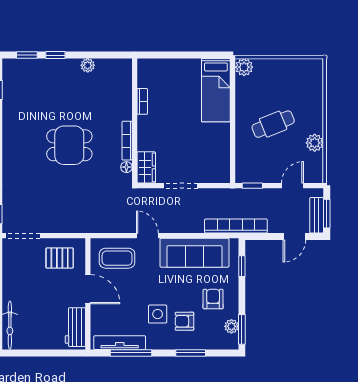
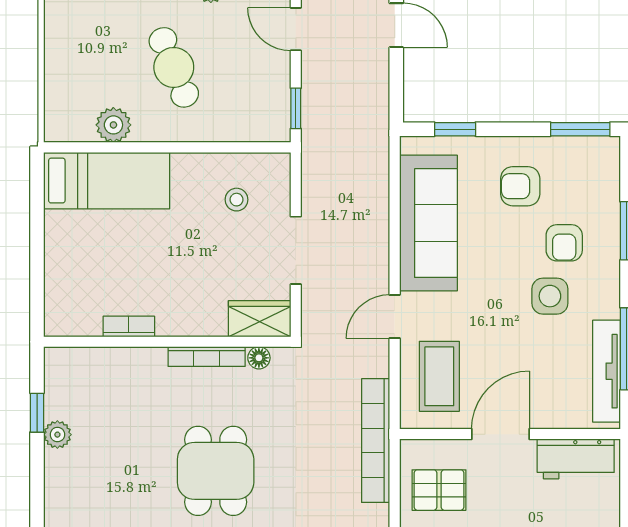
window: (55, 55) -> (37, 413), moved
plant: (244, 67) -> (113, 125), moved
stool: (206, 156) -> (237, 200), added
bookcase: (236, 226) -> (376, 441), moved
pallet: (60, 258) -> (439, 490), turned 90
plant: (231, 326) -> (574, 150), removed

